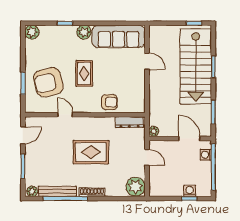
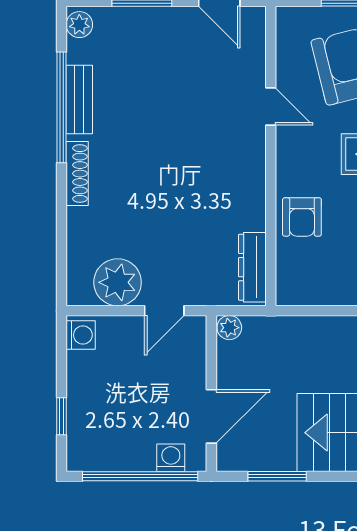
door: (65, 115) -> (271, 107), hinge flipped
rug: (91, 152) -> (177, 171), removed
plant: (136, 187) -> (118, 282), moved
bench: (57, 191) -> (79, 100), width x0.73
washing machine: (190, 191) -> (81, 335), moved

